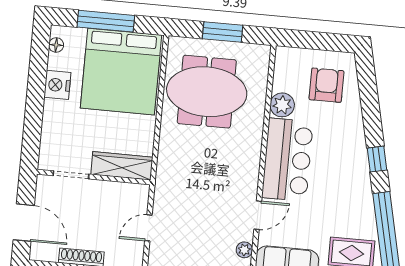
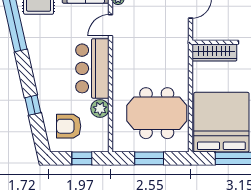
window: (313, 40) -> (82, 158), added
armchair: (326, 85) -> (69, 126), turned 90
window: (377, 159) -> (33, 105), moved

